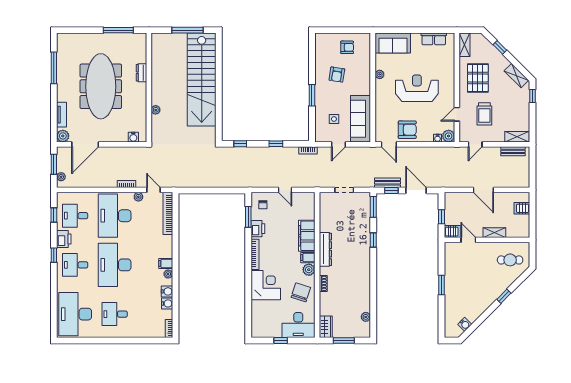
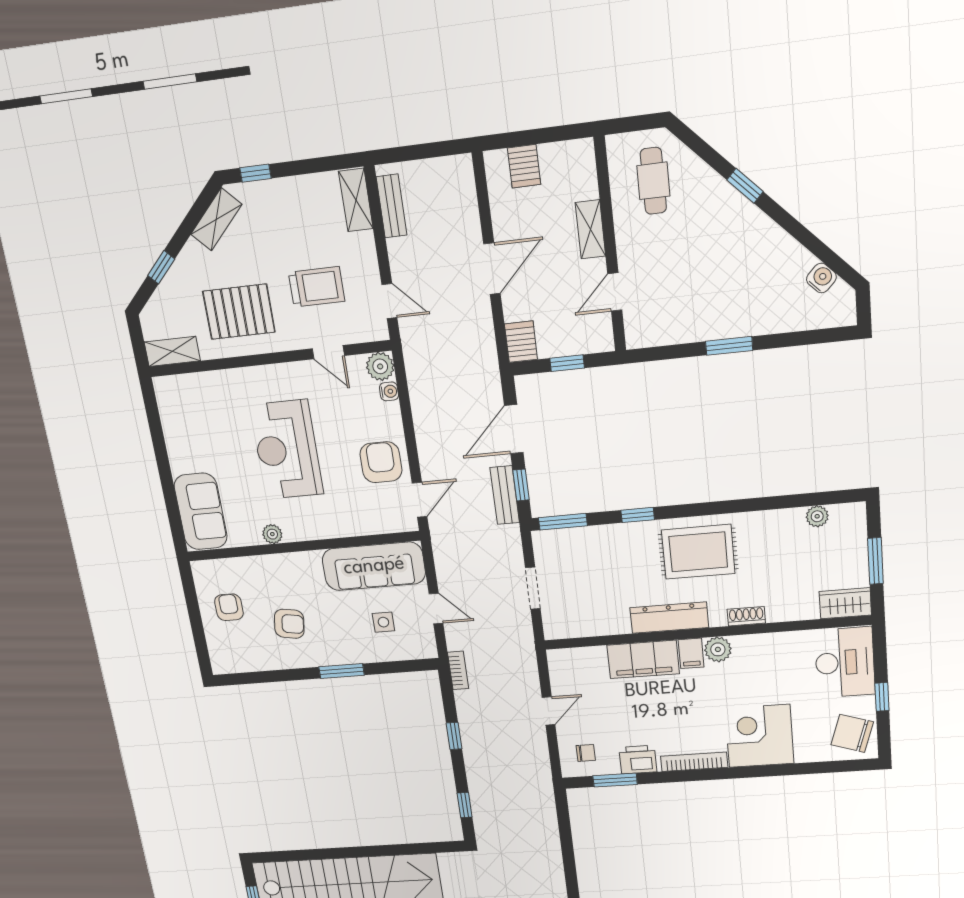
row of seats: (434, 39) -> (174, 423), removed
server rack: (452, 232) -> (521, 342), moved
rug: (354, 265) -> (698, 552), added
chair: (301, 292) -> (852, 733), moved

